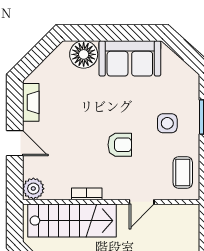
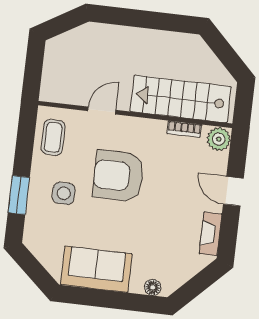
floor lamp: (84, 54) -> (153, 287), width x0.53, depth x0.53
armchair: (120, 145) -> (118, 176), width x1.88, depth x1.88
bookcase: (87, 194) -> (184, 129), moved

